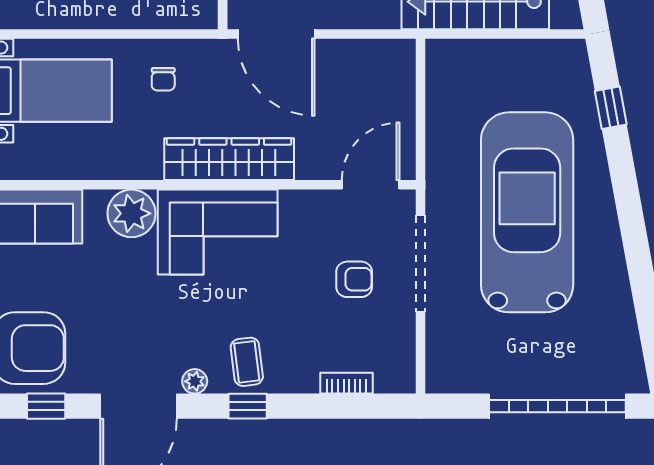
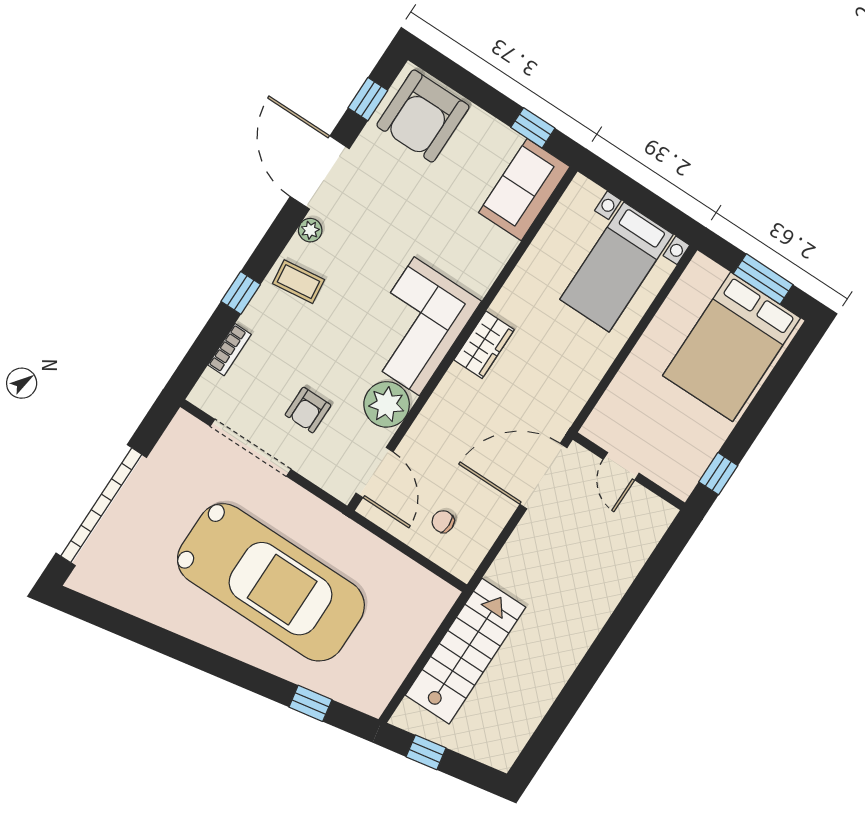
chair: (163, 79) -> (443, 522), moved
wardrobe: (229, 159) -> (484, 345), width x0.48, depth x0.85
plant: (131, 213) -> (387, 404), moved
doorway: (420, 264) -> (251, 448), moved
window: (248, 406) -> (241, 293), moved

